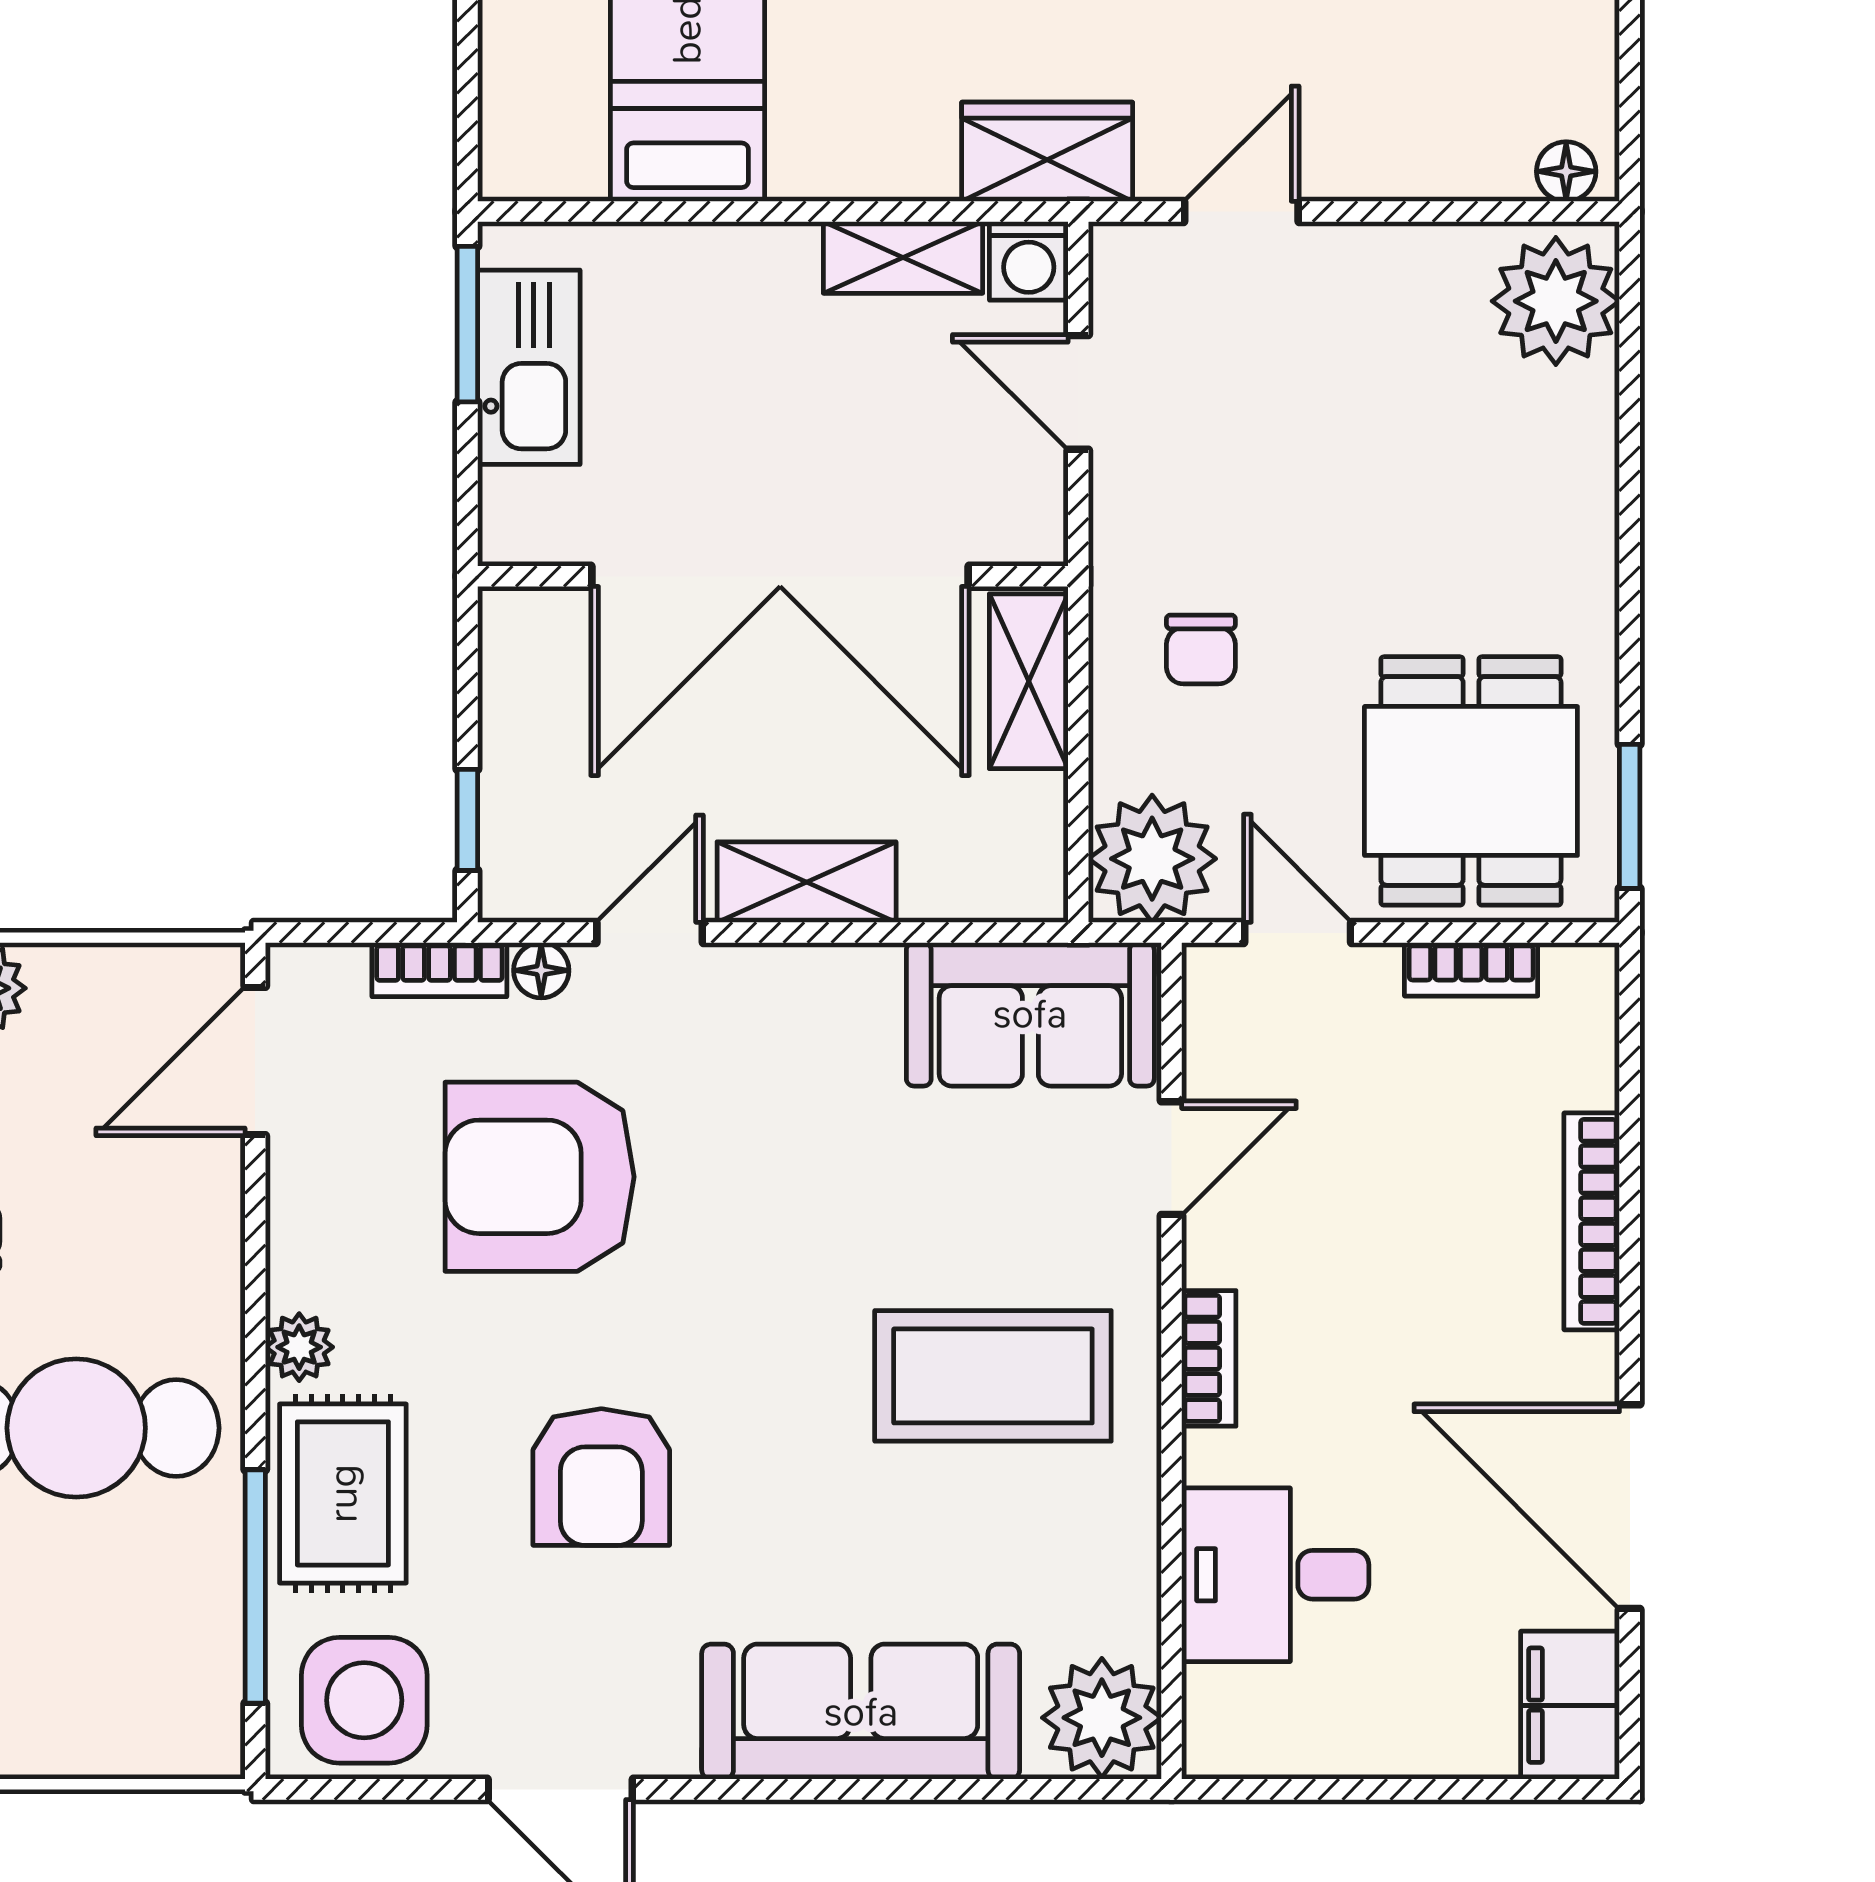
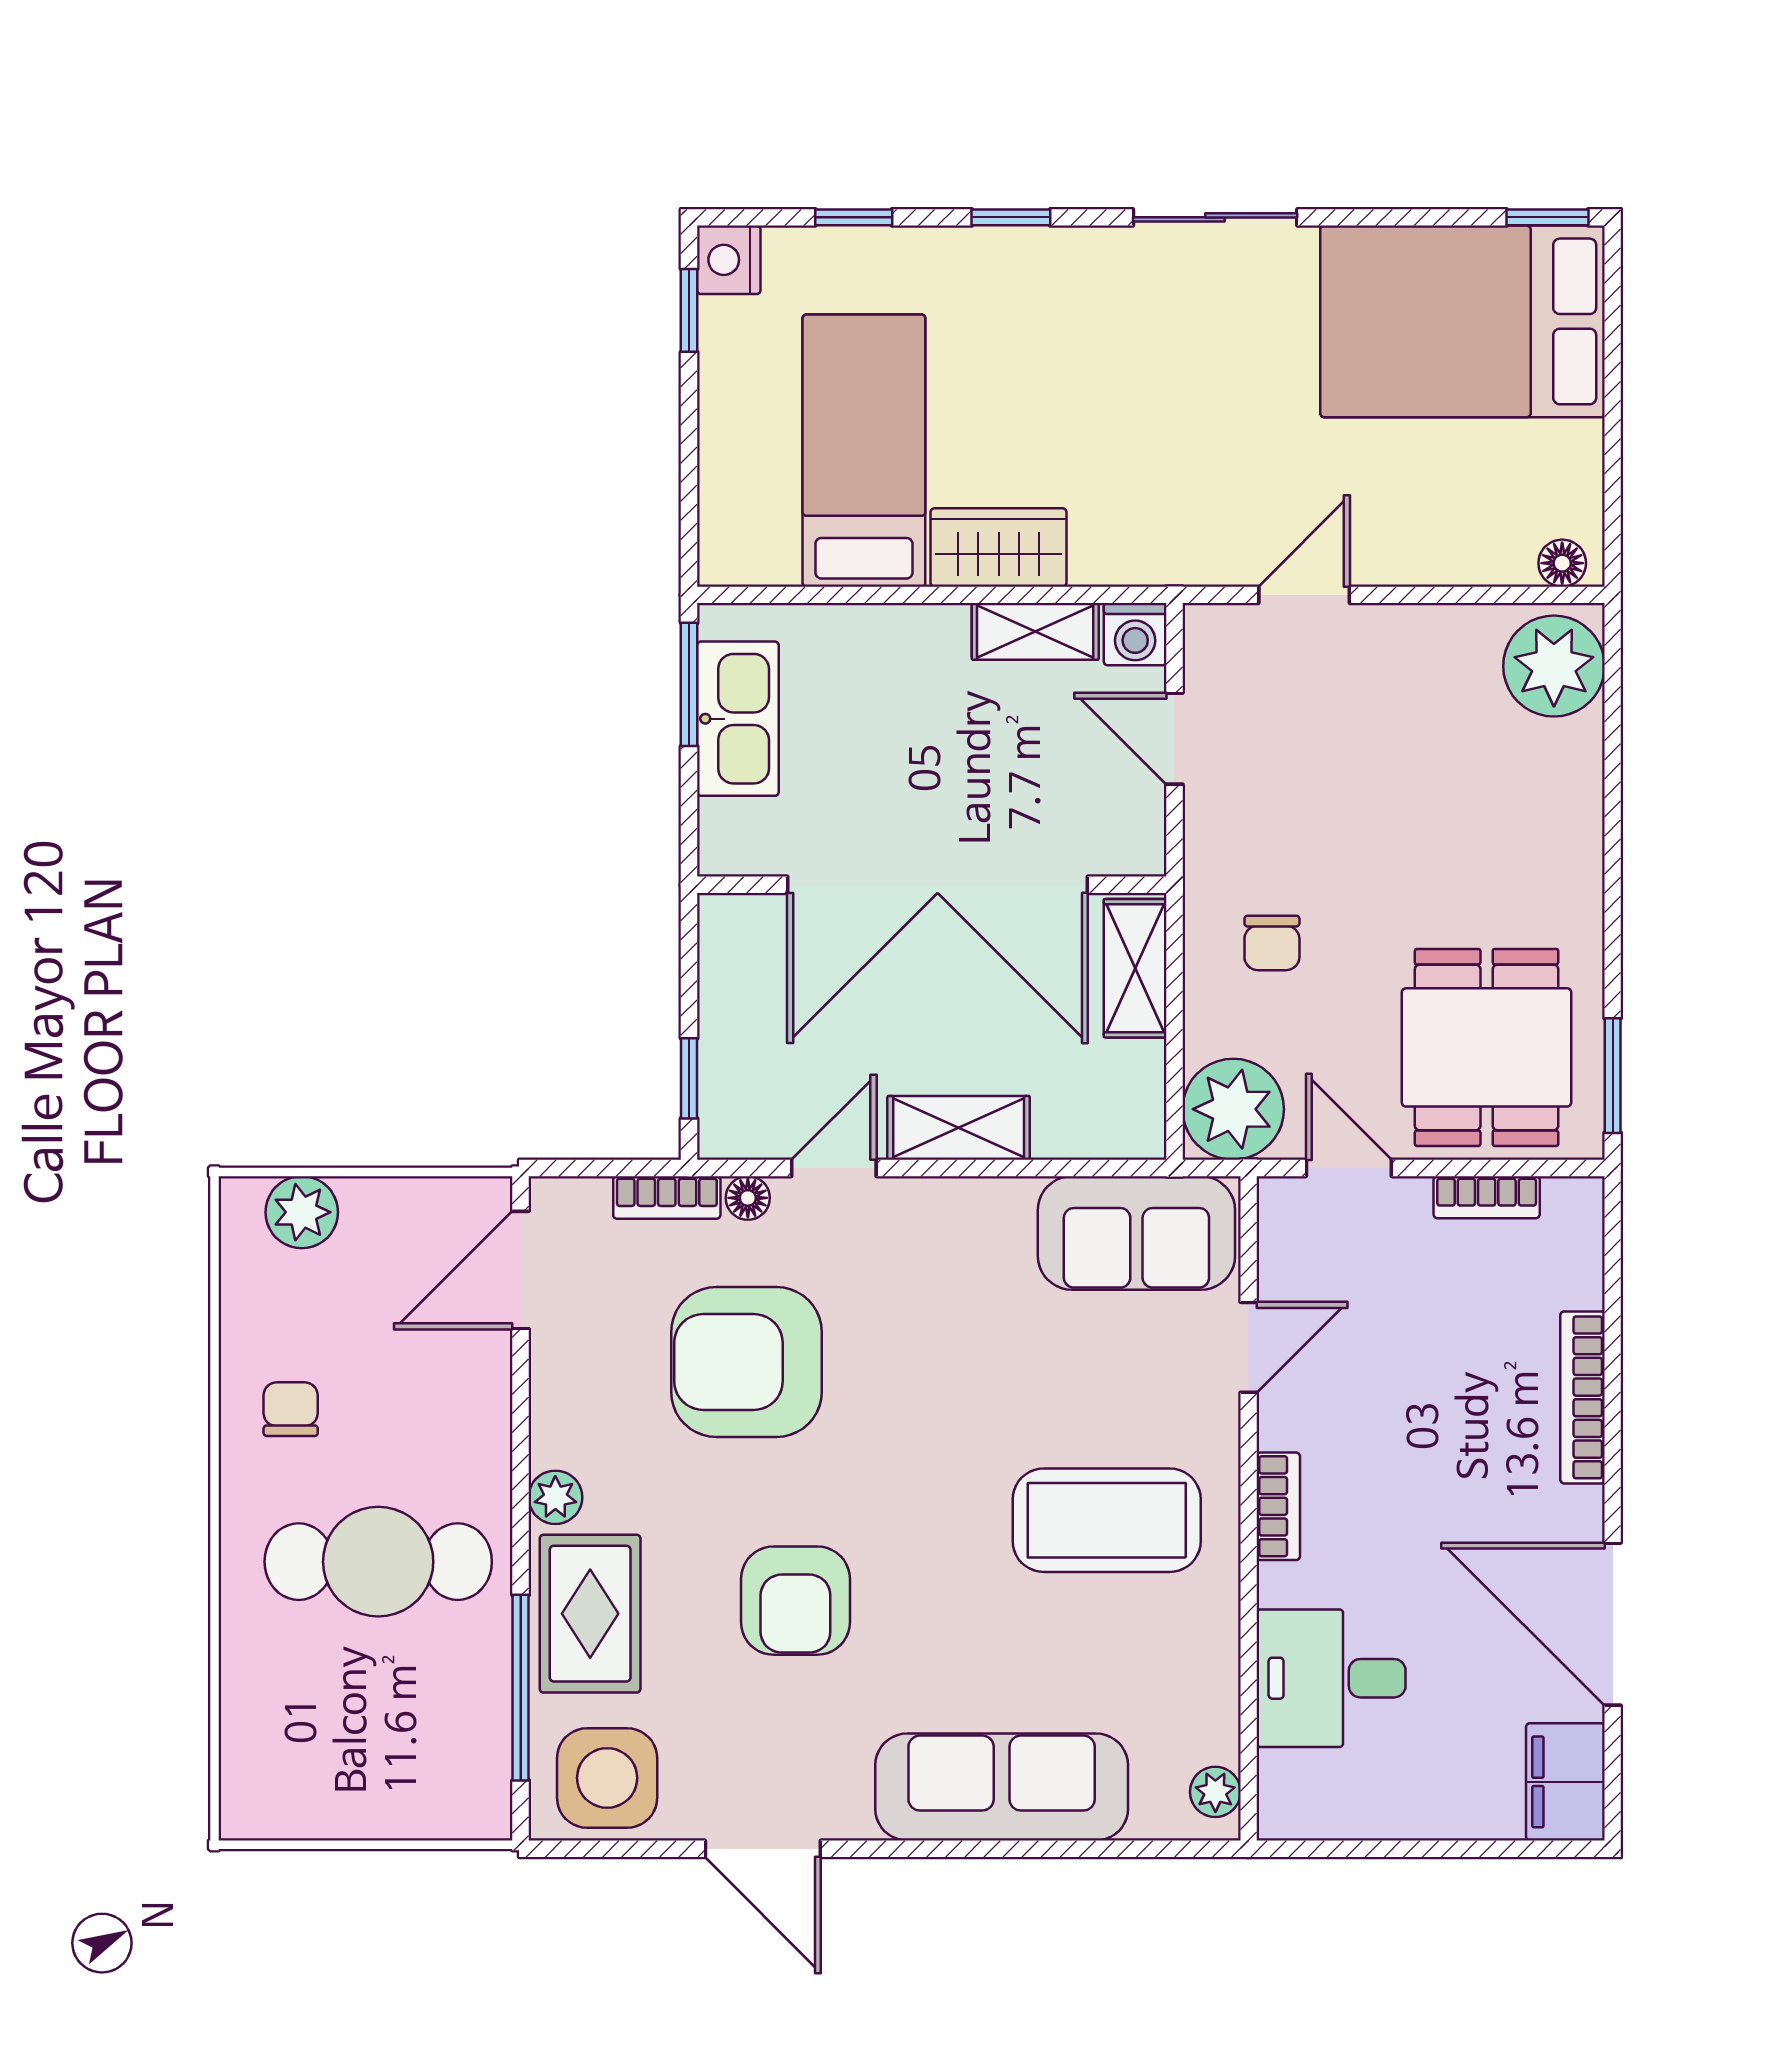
wardrobe: (1047, 152) -> (999, 547), moved
plant: (1102, 1718) -> (1215, 1792), width x0.53, depth x0.53

